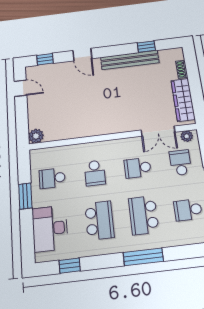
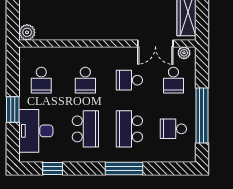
school desk: (180, 163) -> (173, 80), turned 180
school desk: (52, 178) -> (41, 80), turned -90
window: (25, 196) -> (13, 110), moved

